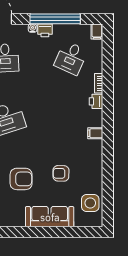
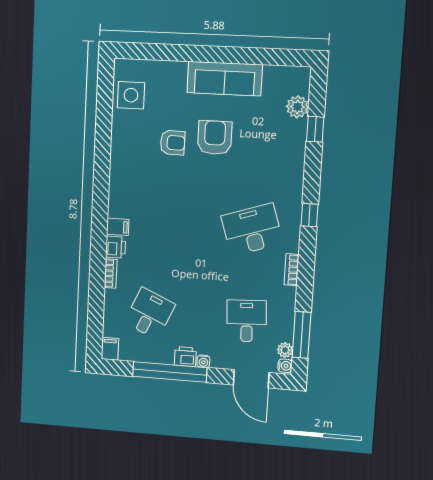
filing cabinet: (95, 133) -> (118, 227), moved
armchair: (21, 179) -> (215, 138), moved, turned 90
sofa: (50, 217) -> (225, 79), moved

